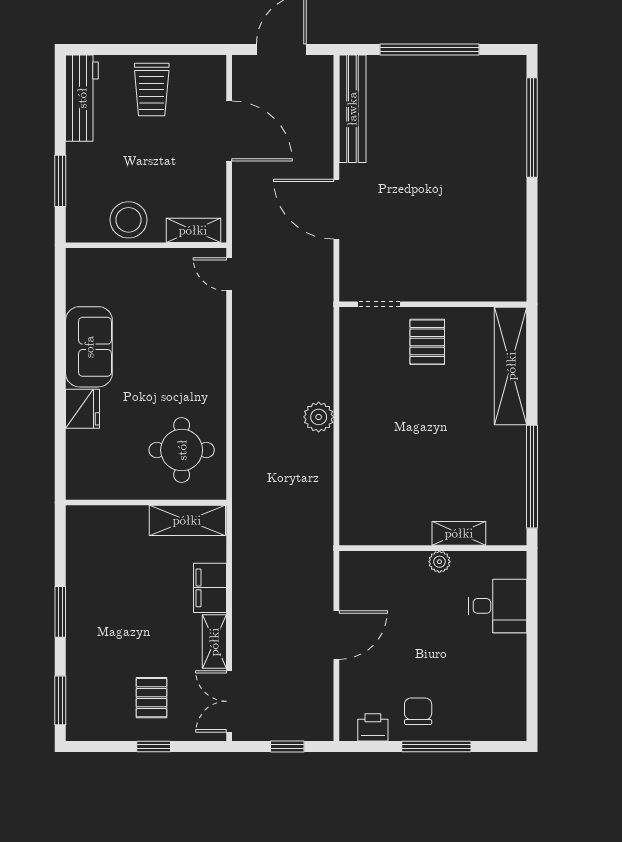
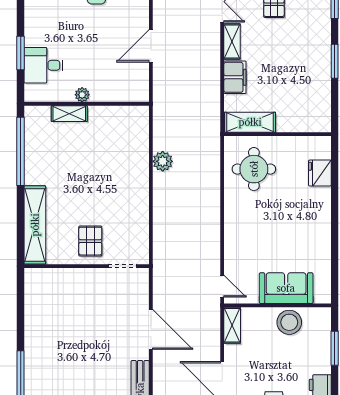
shelving: (193, 230) -> (232, 325), moved, turned 90
sofa: (89, 347) -> (286, 288), moved, turned 90
fridge: (83, 409) -> (320, 173), moved
plant: (319, 417) -> (163, 161), moved
window: (532, 624) -> (21, 53), added

